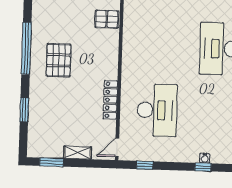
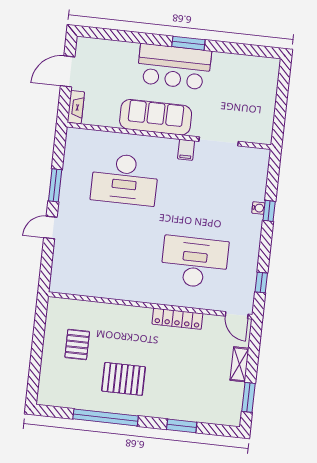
pallet: (107, 19) -> (77, 344), moved

